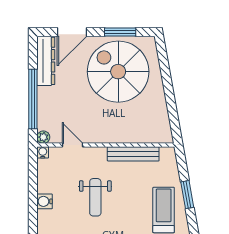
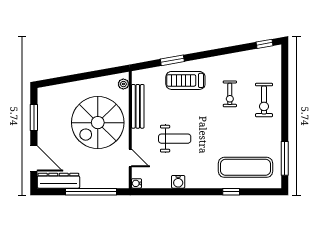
spiral stairs: (118, 72) -> (98, 123), moved
plant: (43, 137) -> (123, 84), moved
door: (73, 145) -> (130, 158), swing flipped

